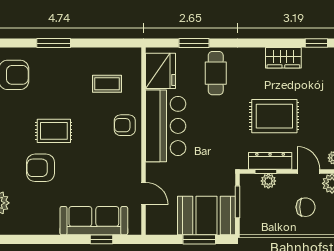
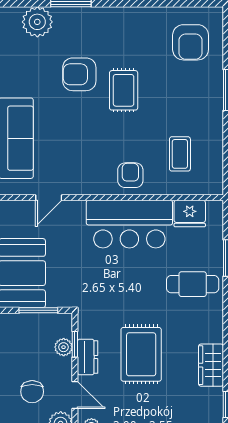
fridge: (161, 71) -> (190, 214), width x0.73, depth x0.75
dresser: (270, 161) -> (88, 357), width x0.70
armchair: (41, 168) -> (79, 74), turned -90
door: (308, 171) -> (75, 395), hinge flipped

